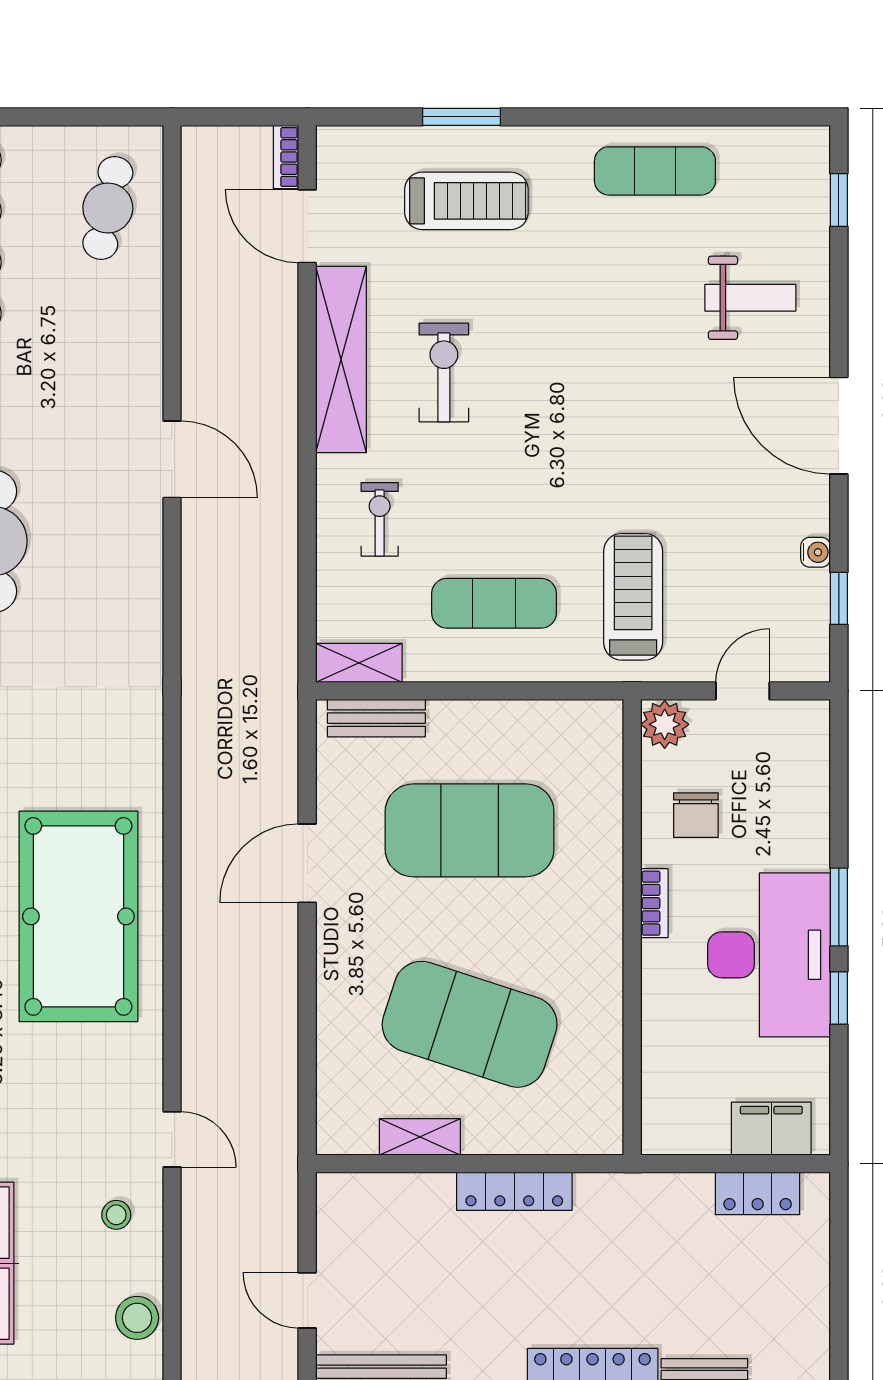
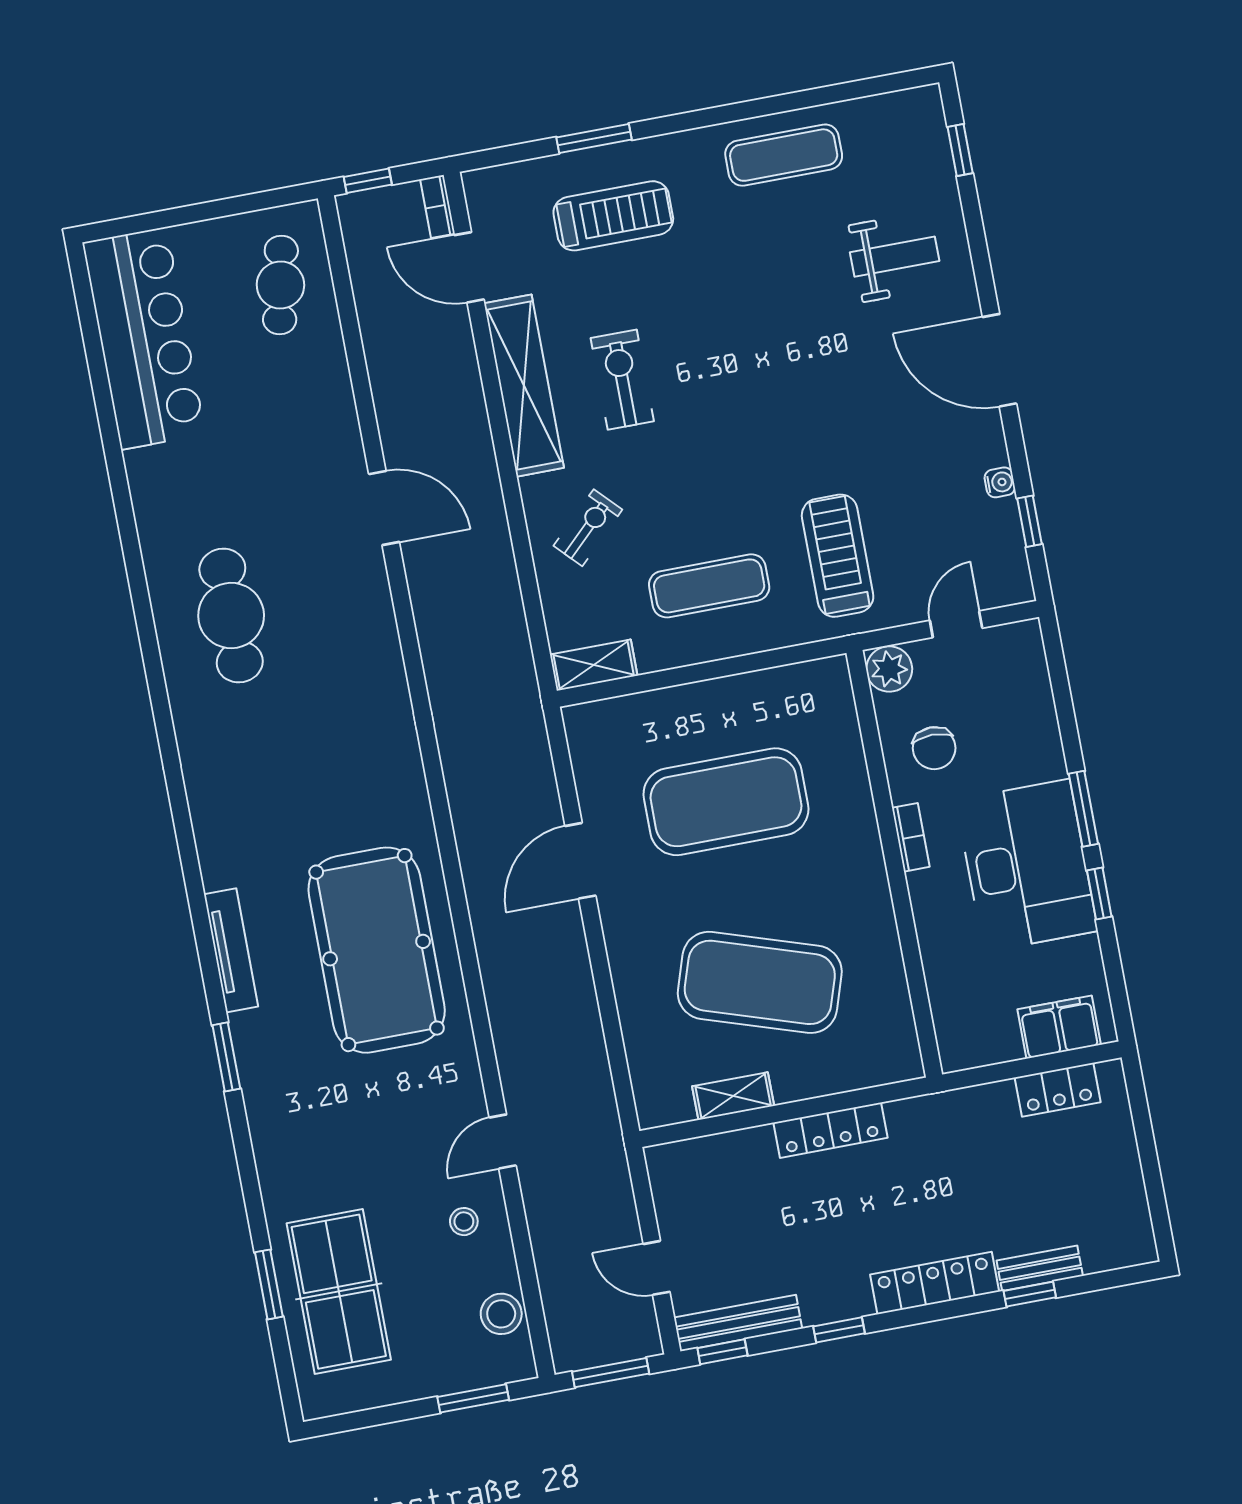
window: (219, 117) -> (368, 181), added
exercise bike: (380, 519) -> (588, 528), turned 46
bench: (376, 718) -> (619, 713), removed
door: (172, 1139) -> (503, 1142), swing flipped

